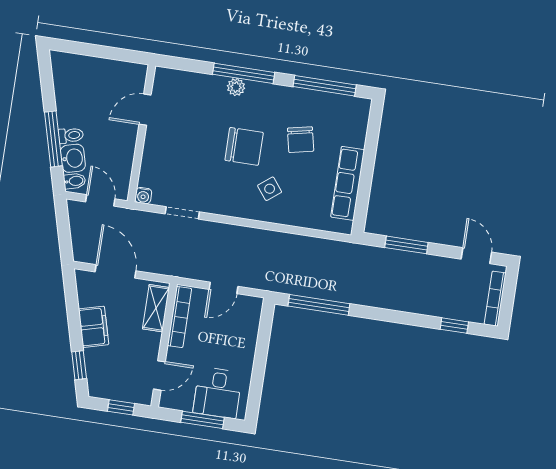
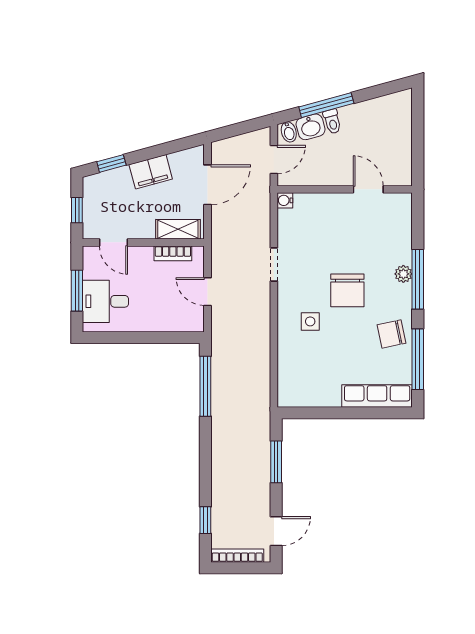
chair: (301, 140) -> (391, 334), moved
row of seats: (348, 183) -> (377, 396), moved
side table: (270, 189) -> (310, 321), turned 38
doorway: (182, 213) -> (274, 265), moved
bookcase: (180, 317) -> (173, 253), width x0.64

